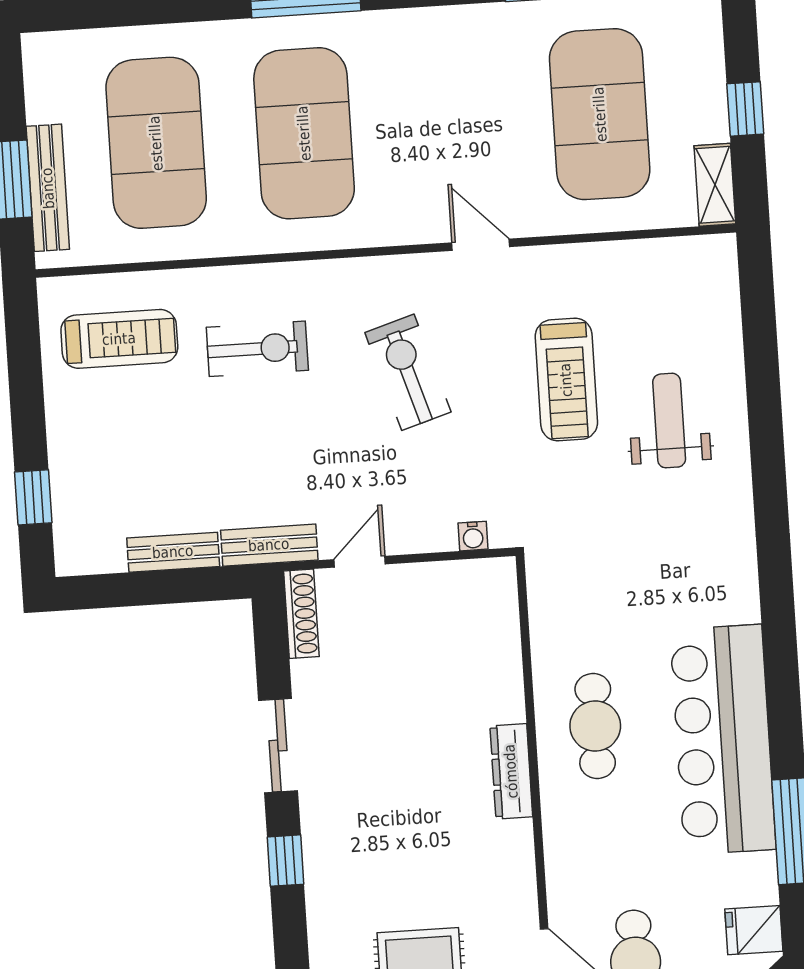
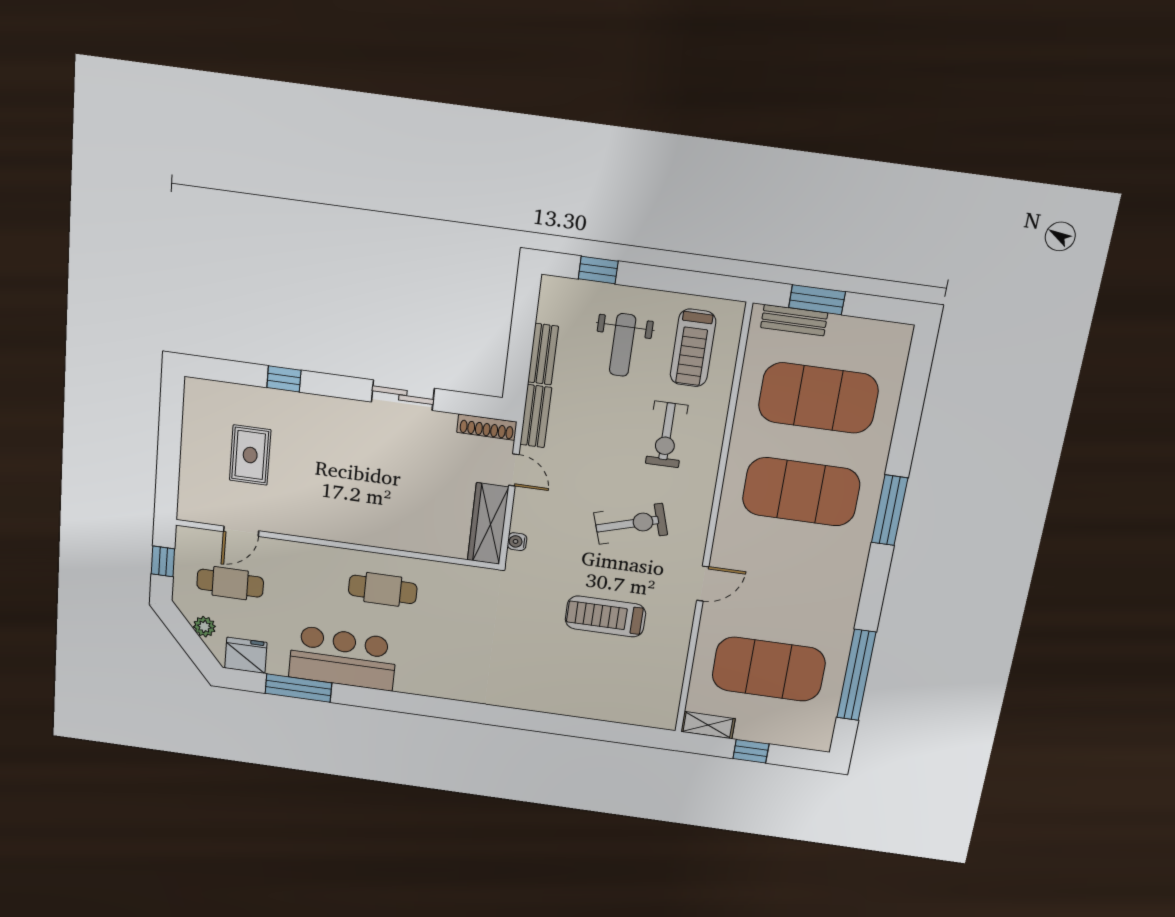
bench: (48, 188) -> (794, 320), width x0.73
weight bench: (669, 421) -> (623, 345), moved, turned 90
wardrobe: (453, 585) -> (488, 524), added
bar counter: (723, 740) -> (343, 658), width x0.73
dresser: (511, 771) -> (362, 534), removed
window: (285, 861) -> (284, 379), moved
fridge: (754, 930) -> (246, 655), width x1.38

